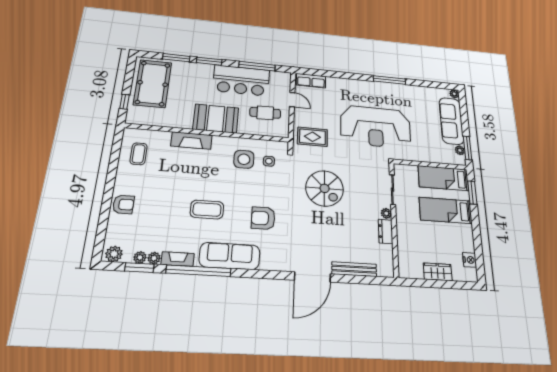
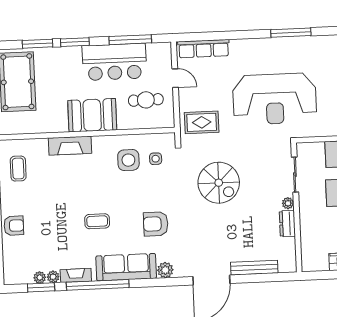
row of seats: (311, 81) -> (204, 49), width x1.48
coffee table: (207, 210) -> (97, 221), width x0.73, depth x0.77
plant: (114, 254) -> (165, 270), moved

